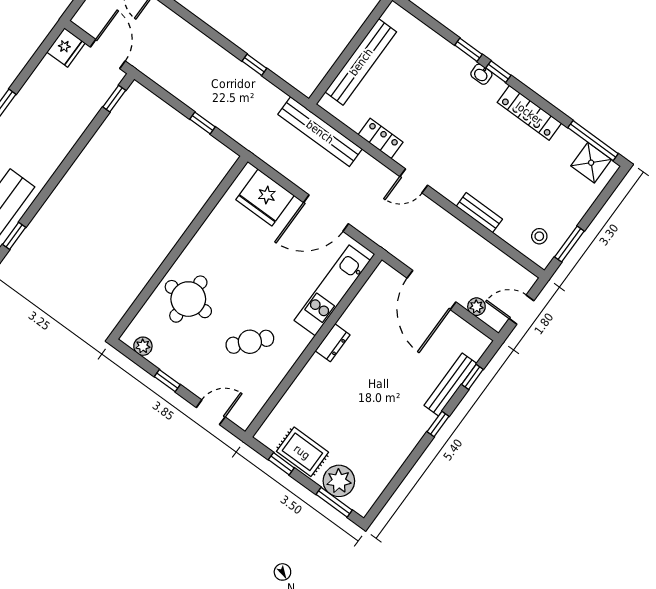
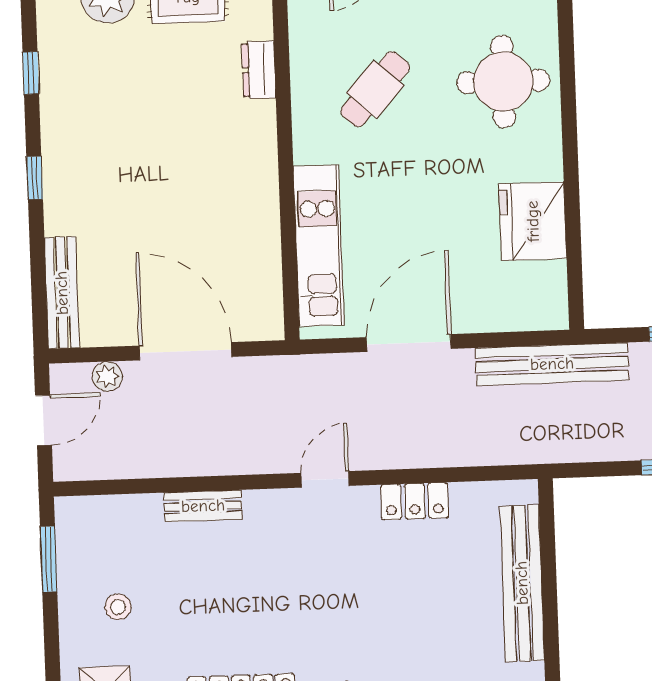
bench: (320, 132) -> (552, 364), moved
fridge: (265, 198) -> (533, 221), moved, turned -90
stool: (539, 236) -> (118, 607), moved
dresser: (333, 343) -> (259, 70), moved
window: (472, 377) -> (31, 73), moved
bench: (450, 384) -> (62, 293), moved

